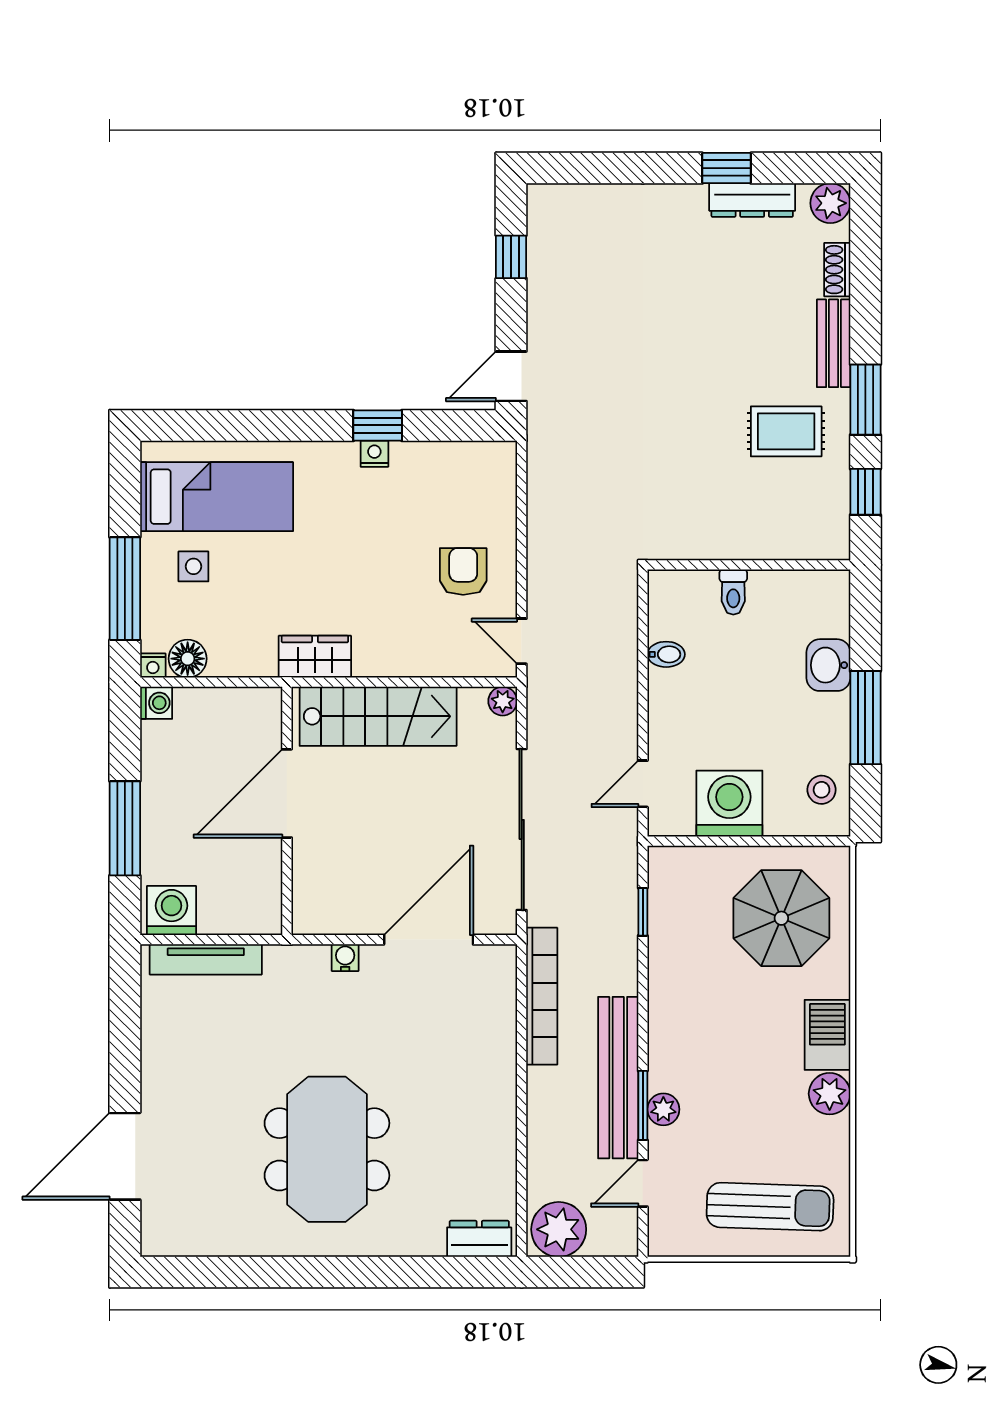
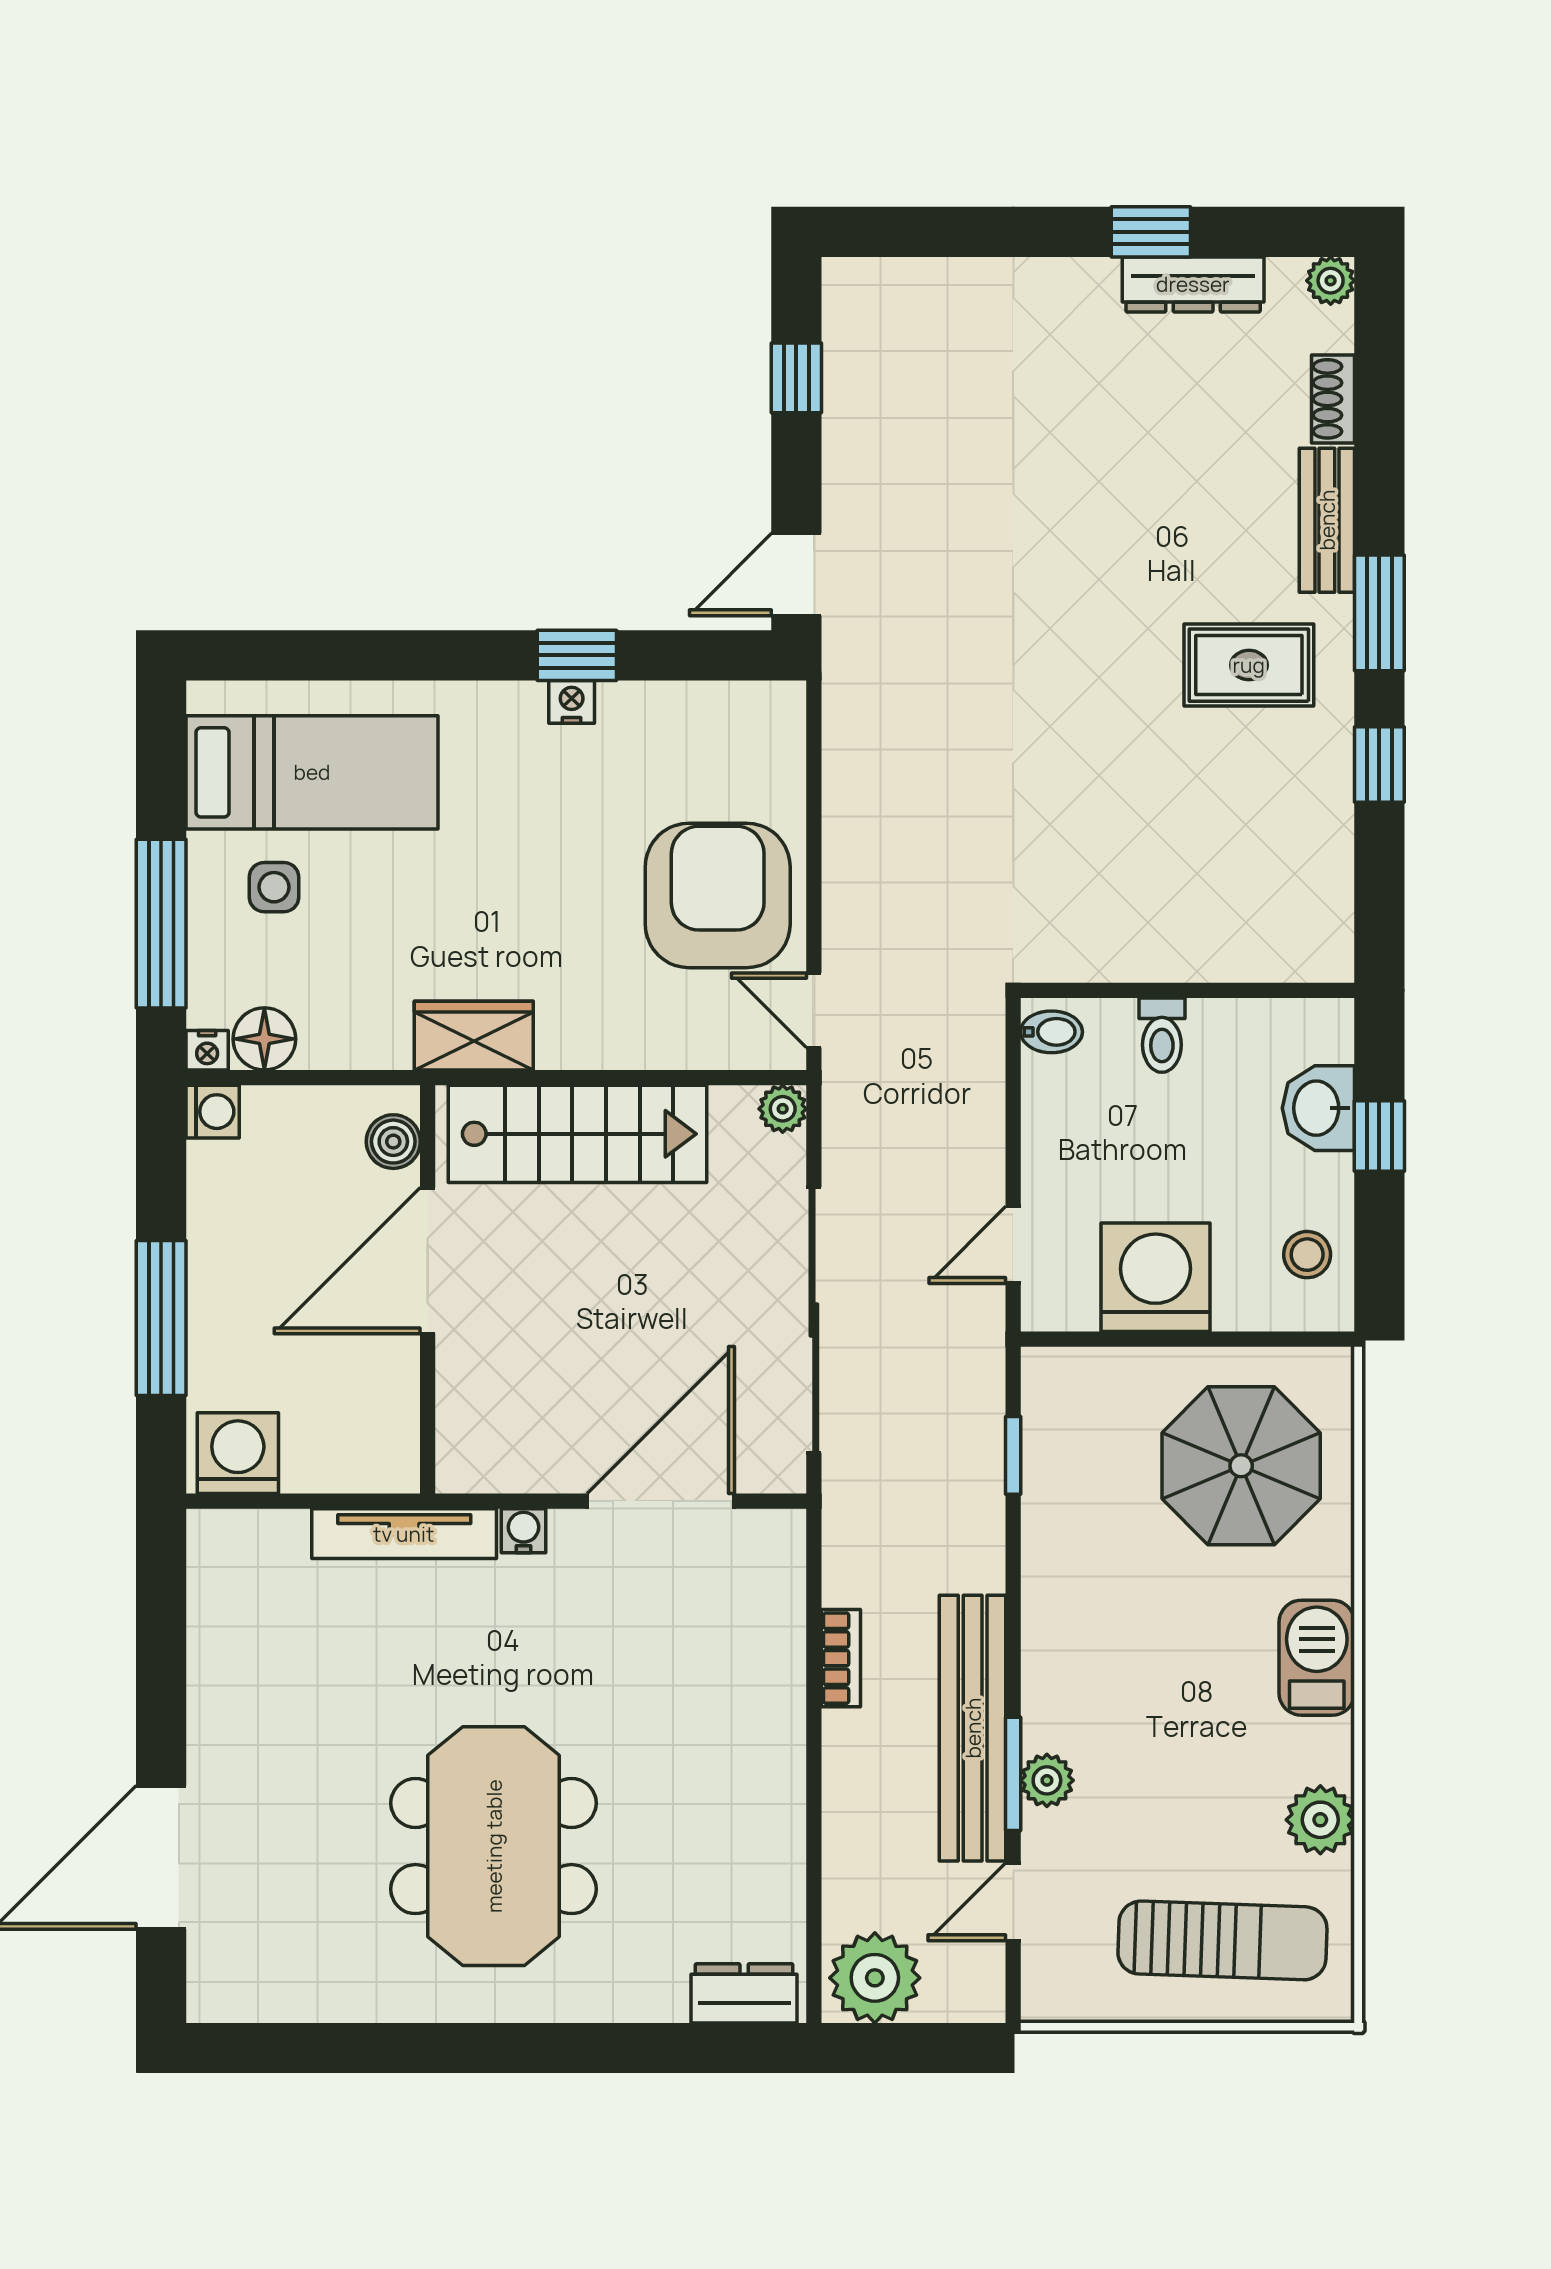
plant: (830, 203) -> (1331, 281), width x0.73, depth x0.73
wall: (749, 565) -> (1188, 990), moved
armchair: (463, 571) -> (718, 895), width x1.88, depth x1.88
toilet: (733, 592) -> (1162, 1035), moved
washbasin: (828, 665) -> (1318, 1108), moved
window: (865, 718) -> (1379, 1136), width x0.46
boiler: (266, 721) -> (393, 1142), added
tv unit: (206, 959) -> (404, 1534), moved
bookcase: (542, 996) -> (841, 1658), width x0.43, depth x0.76
plant: (830, 1094) -> (1320, 1820), moved

